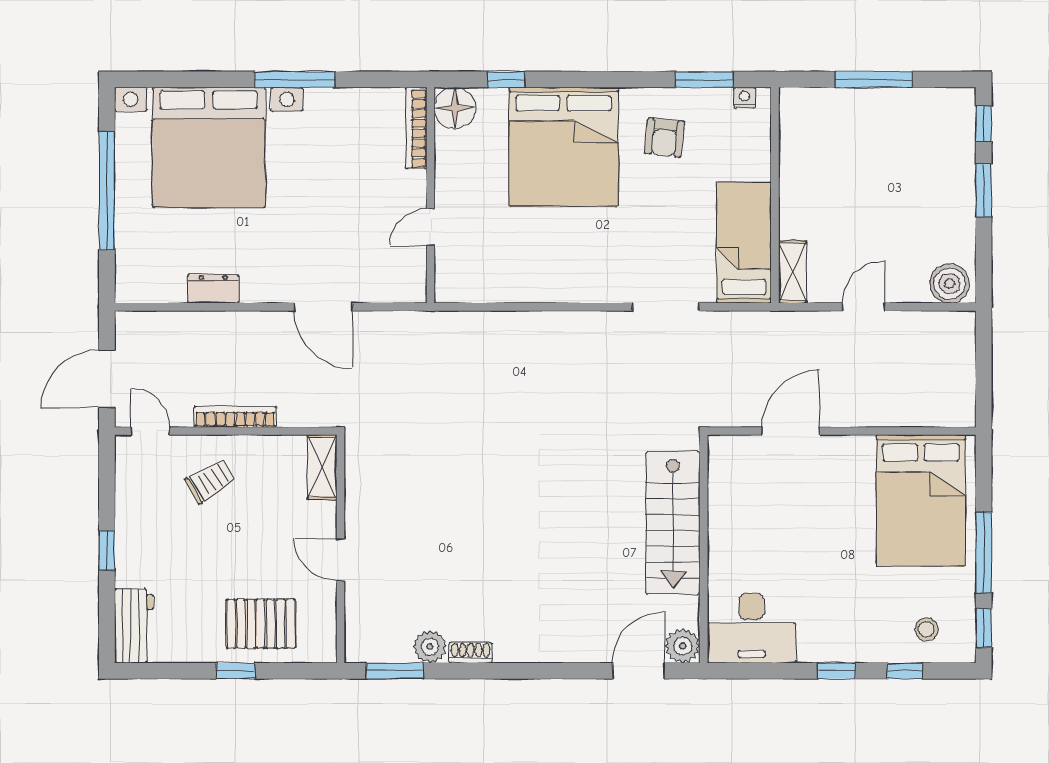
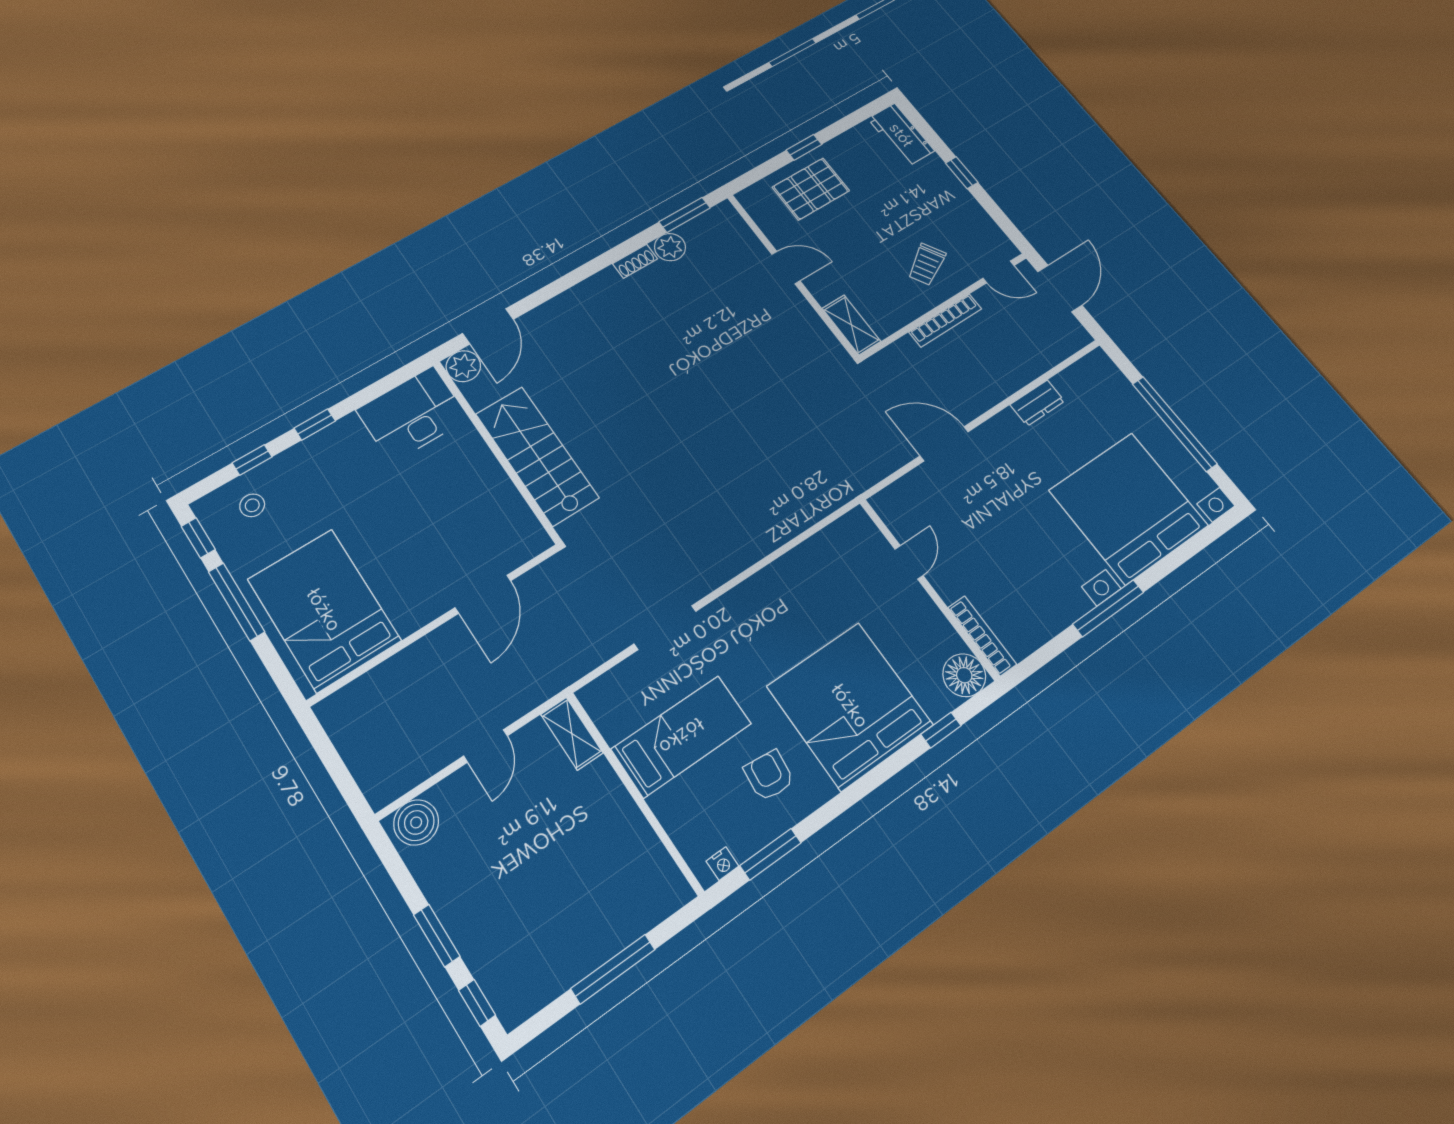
bed: (744, 243) -> (681, 736), moved, turned -90

